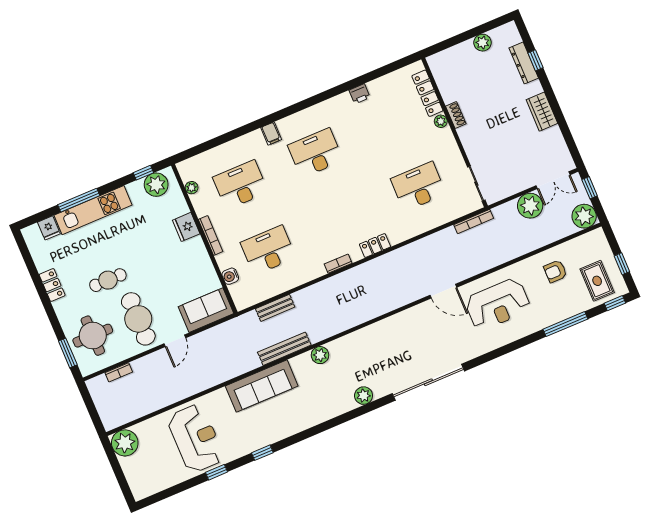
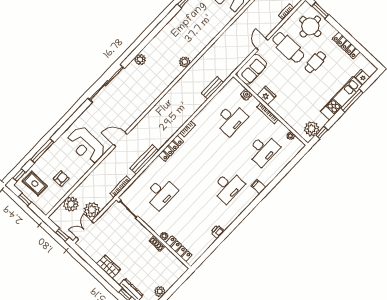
plant: (584, 216) -> (71, 204), moved
fridge: (186, 227) -> (266, 96), moved
locker: (375, 246) -> (171, 148), width x1.53
locker: (52, 285) -> (346, 45), width x1.53
reception desk: (498, 304) -> (86, 145), turned -90
bench: (284, 349) -> (144, 160), moved
plant: (320, 355) -> (185, 62), moved
sofa: (262, 386) -> (201, 40), removed

